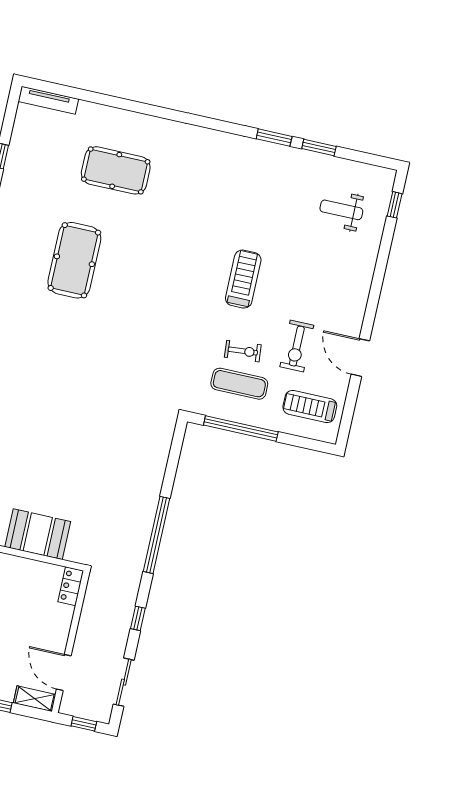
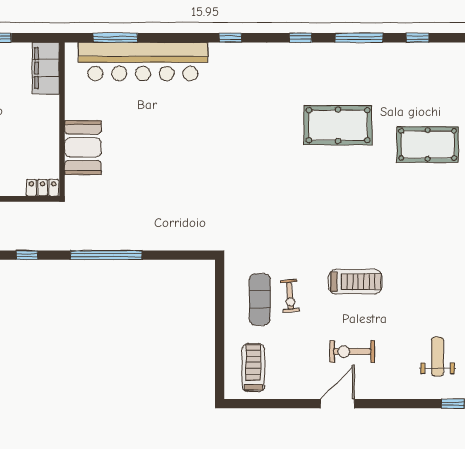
pool table: (116, 170) -> (428, 144), turned 90
exercise bike: (297, 346) -> (352, 352), moved
door: (360, 358) -> (337, 404), moved
window: (241, 428) -> (220, 310), removed

